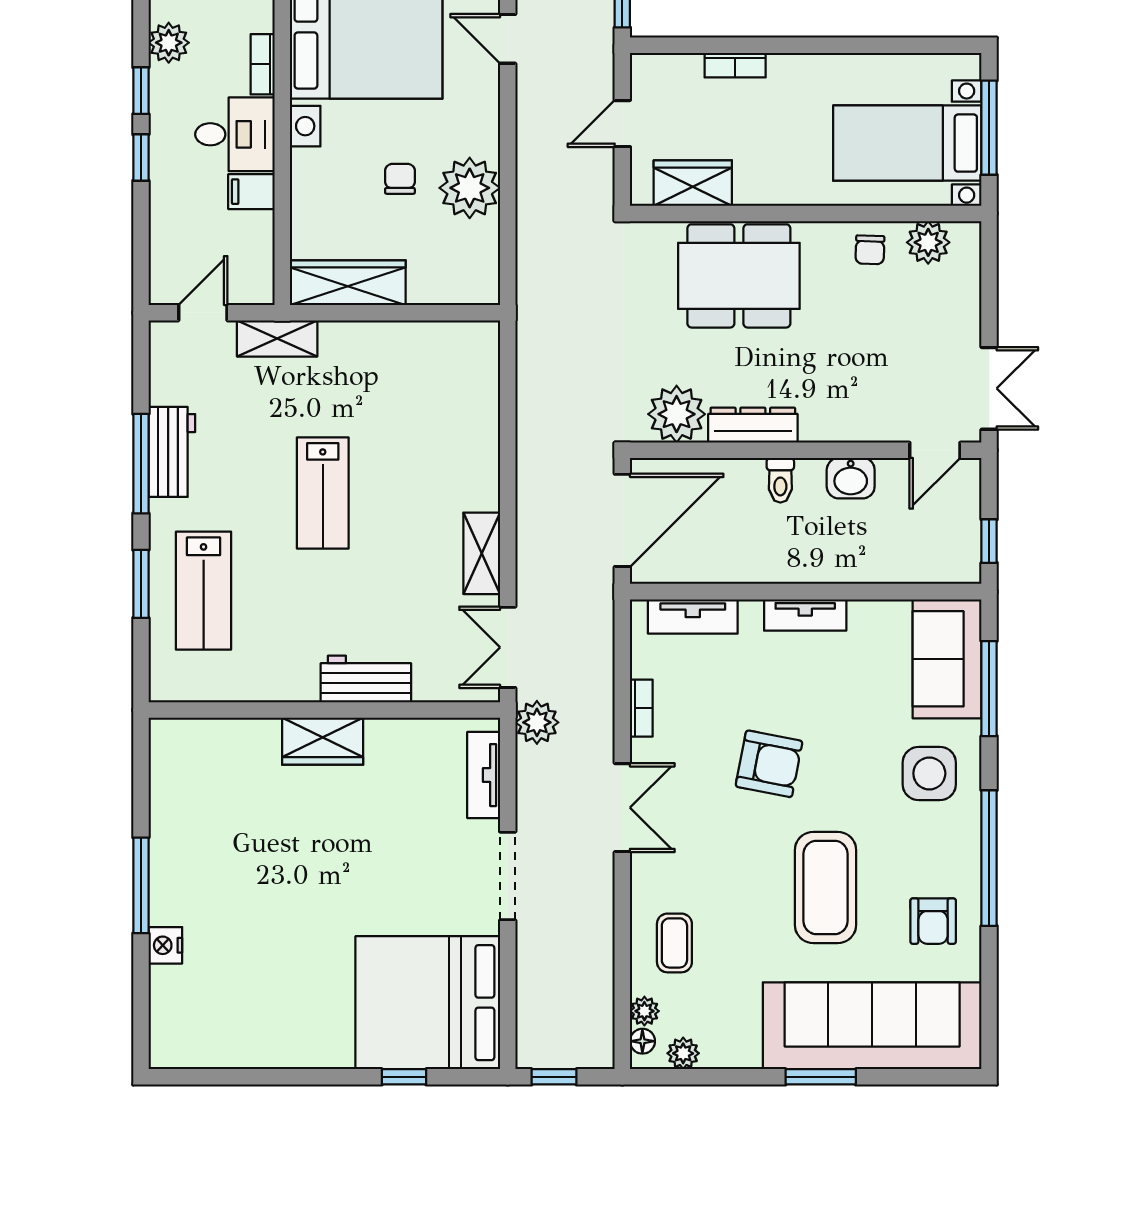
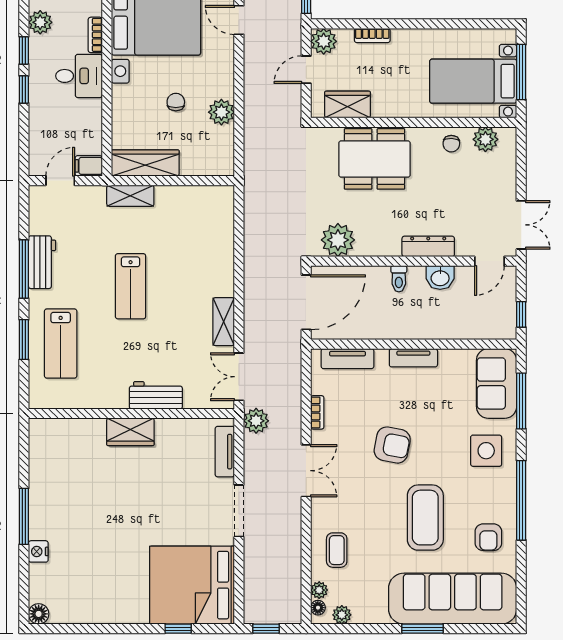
plant: (652, 75) -> (324, 41), added
plant: (470, 188) -> (221, 112), width x0.73, depth x0.73
filing cabinet: (251, 192) -> (89, 166), moved
shelving: (277, 338) -> (130, 196), moved
dresser: (753, 425) -> (428, 246), moved
floor lamp: (166, 1052) -> (39, 614), added

